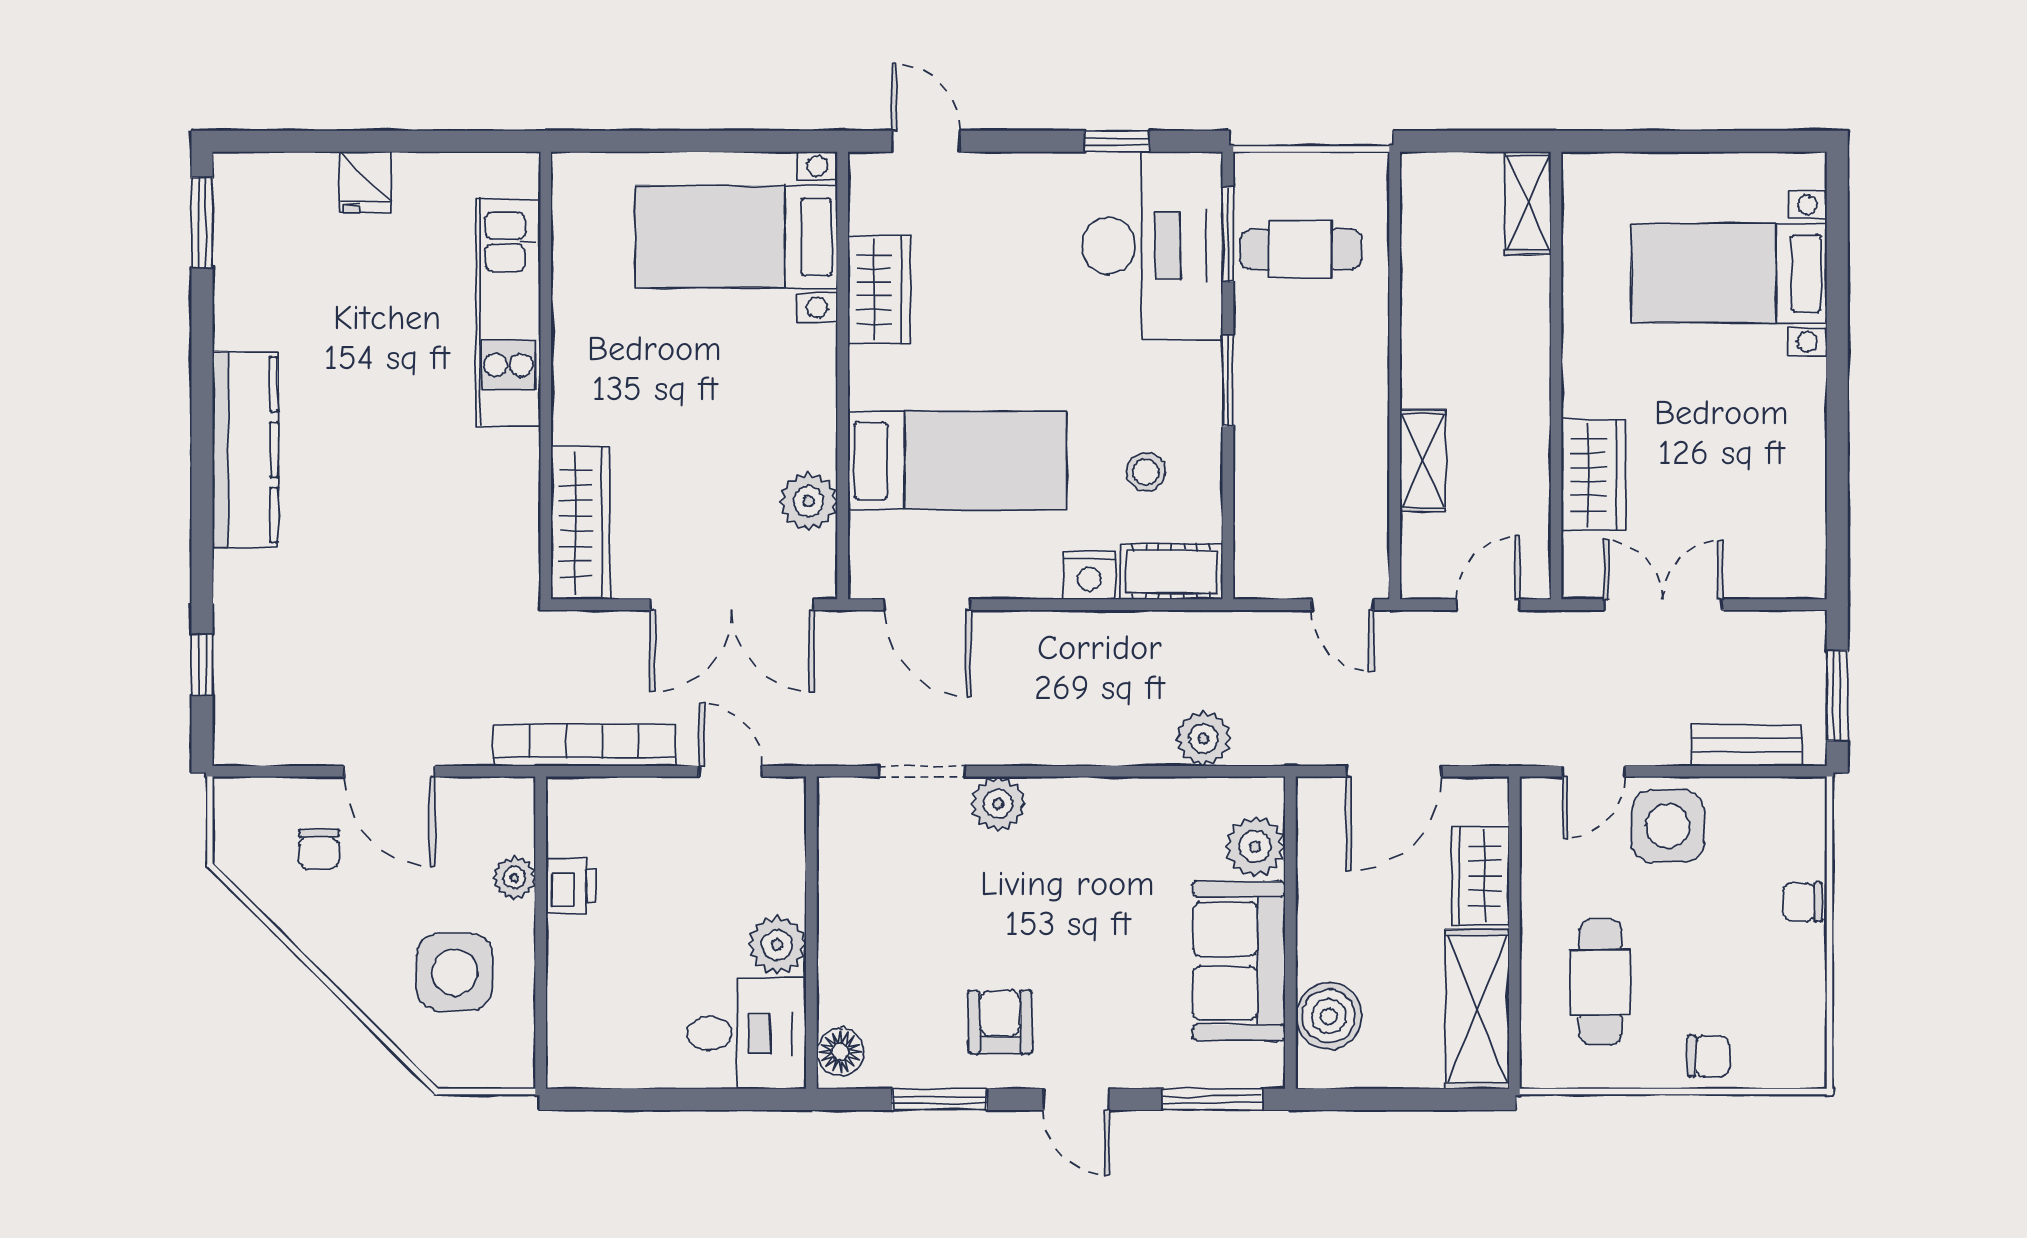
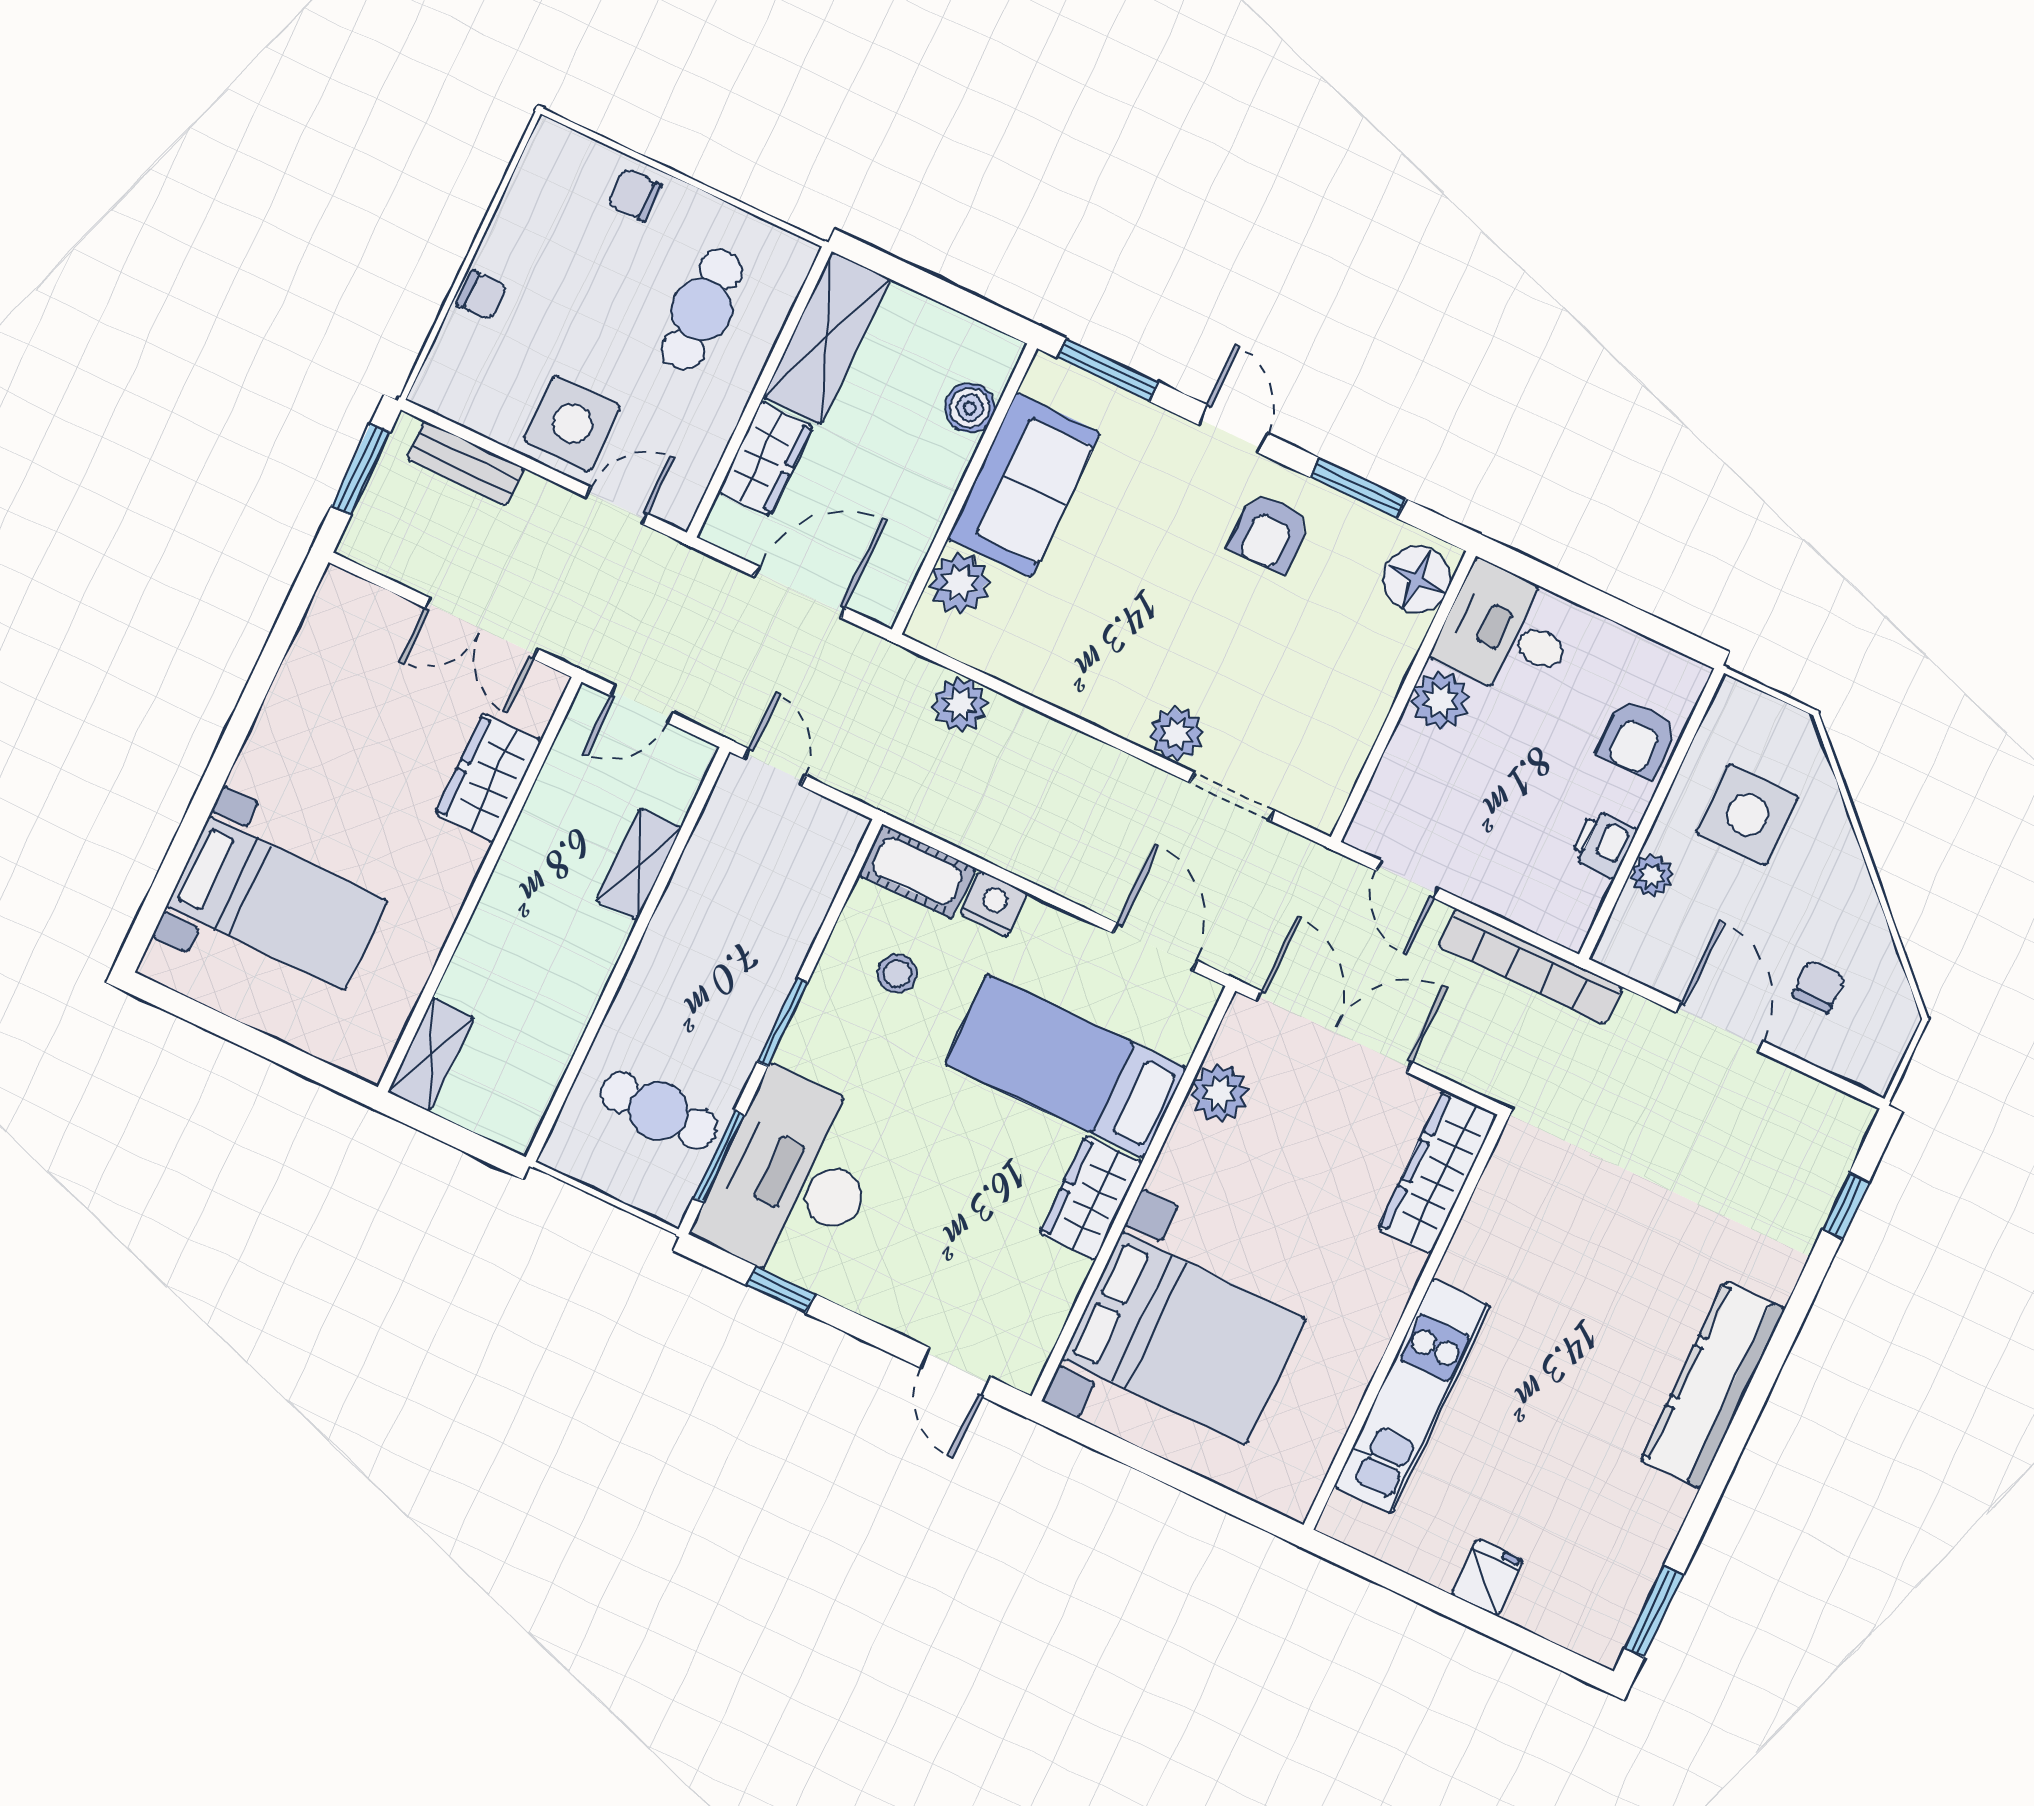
bed with nightstands: (737, 237) -> (1184, 1338), width x1.36
wardrobe: (879, 289) -> (1091, 1198), moved
armchair: (585, 994) -> (1637, 738), added
boiler: (1329, 1016) -> (970, 408), width x0.73, depth x0.73
floor lamp: (840, 1052) -> (1417, 579), width x1.38, depth x1.38

